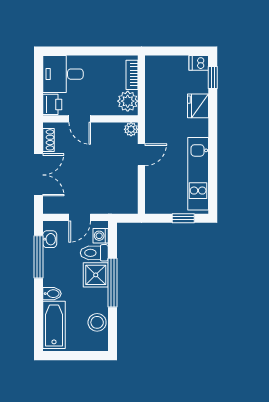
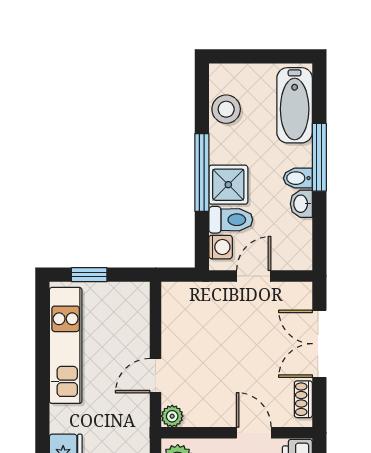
washbasin: (50, 239) -> (301, 204), moved
window: (38, 257) -> (319, 157), moved
bidet: (52, 294) -> (298, 178), moved

